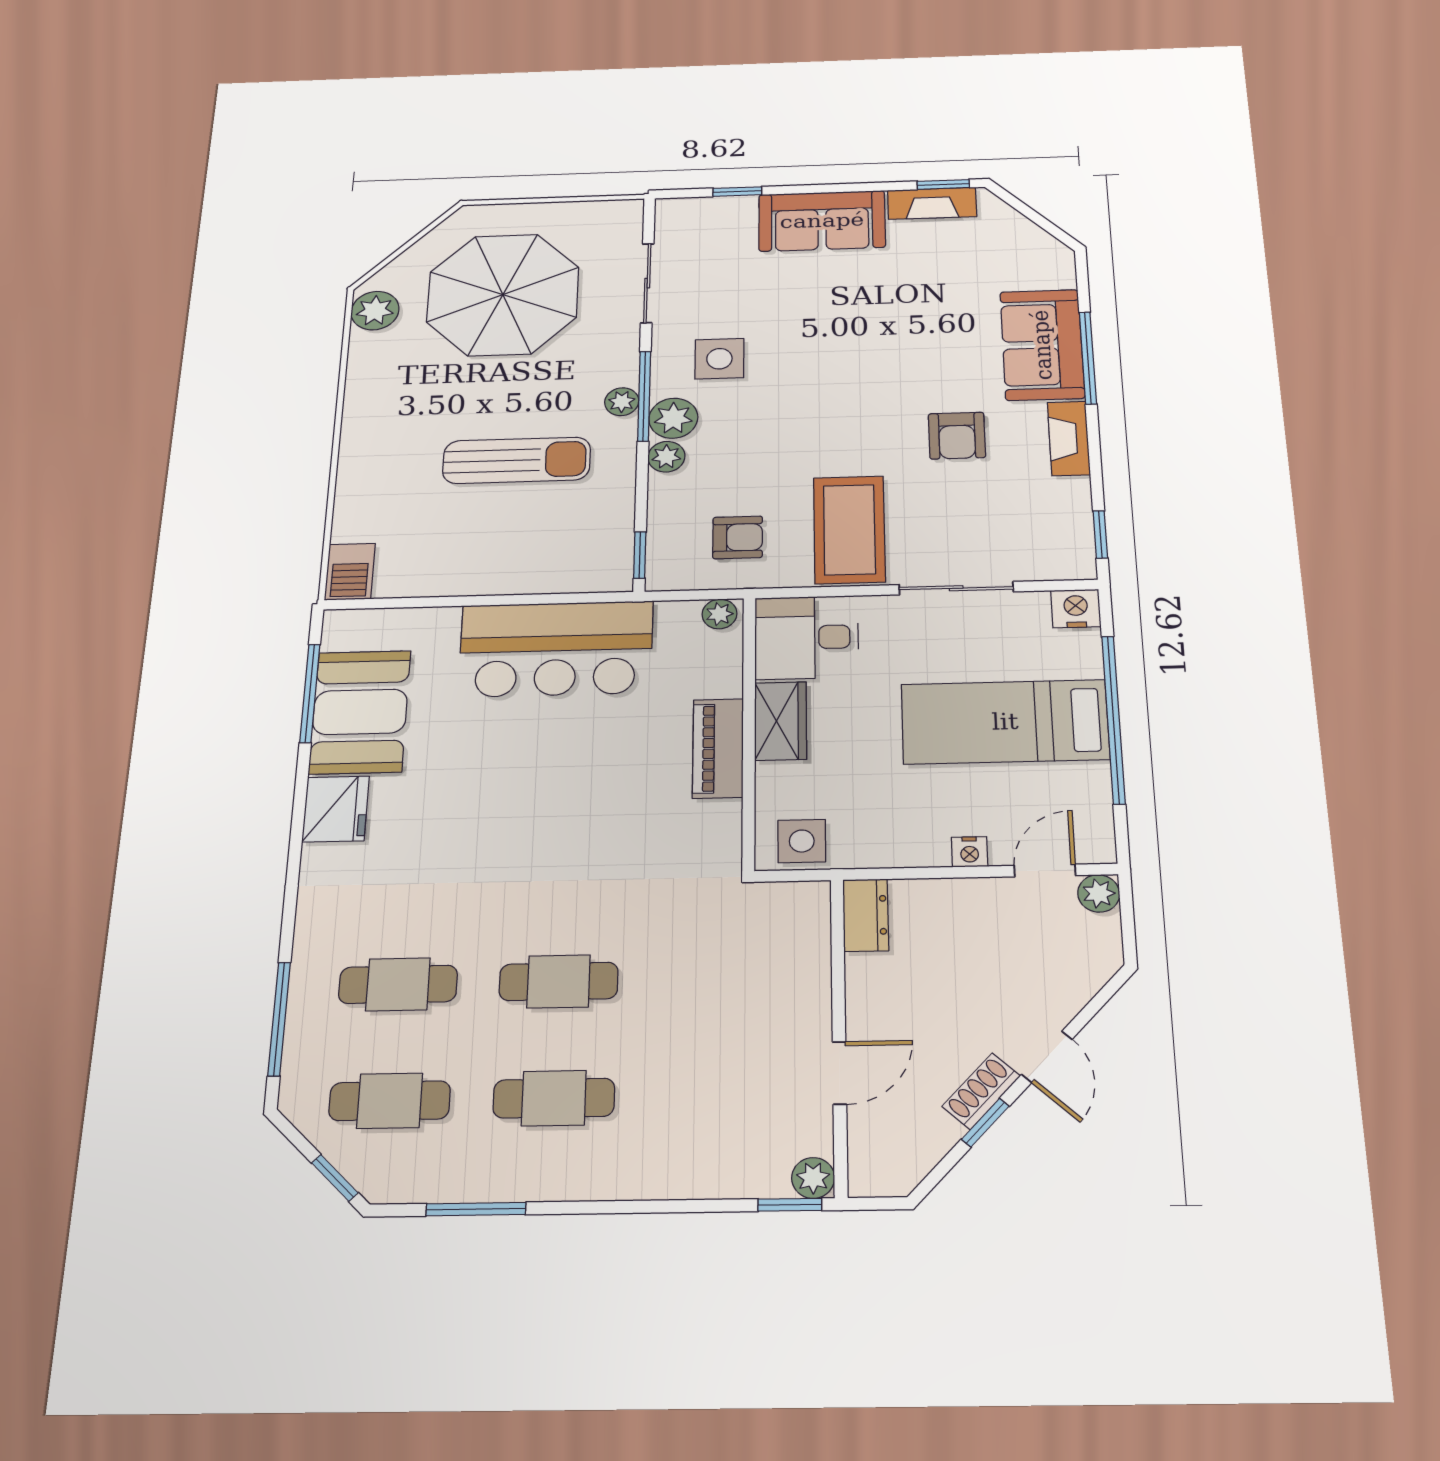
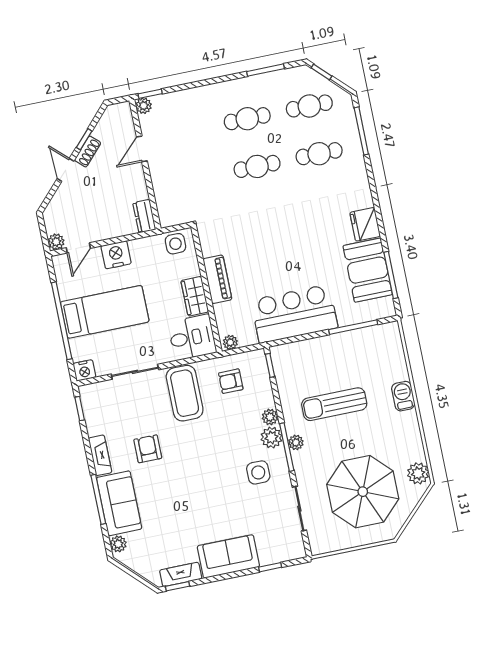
plant: (1058, 273) -> (118, 544), added
barbecue: (350, 572) -> (403, 396), moved
window: (429, 602) -> (353, 327), added
nightstand: (970, 852) -> (116, 255), width x1.89, depth x1.79

